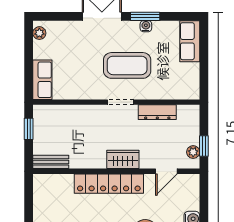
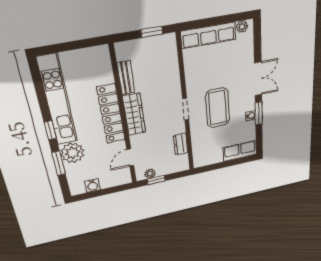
row of seats: (42, 80) -> (208, 35), width x1.48
dresser: (157, 112) -> (181, 144), width x0.70
wardrobe: (123, 159) -> (134, 115), width x1.50
bench: (51, 162) -> (126, 78), moved
door: (166, 171) -> (130, 157), hinge flipped

